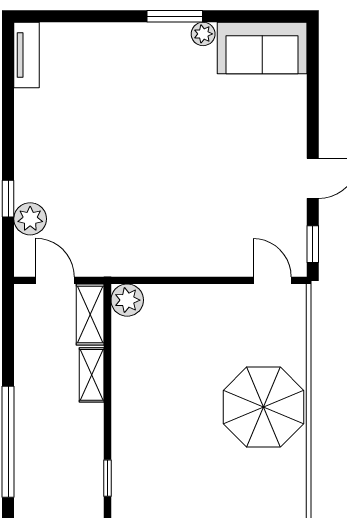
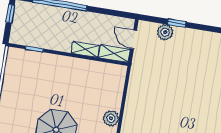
door: (55, 280) -> (134, 39), swing flipped
plant: (127, 300) -> (111, 118), moved

